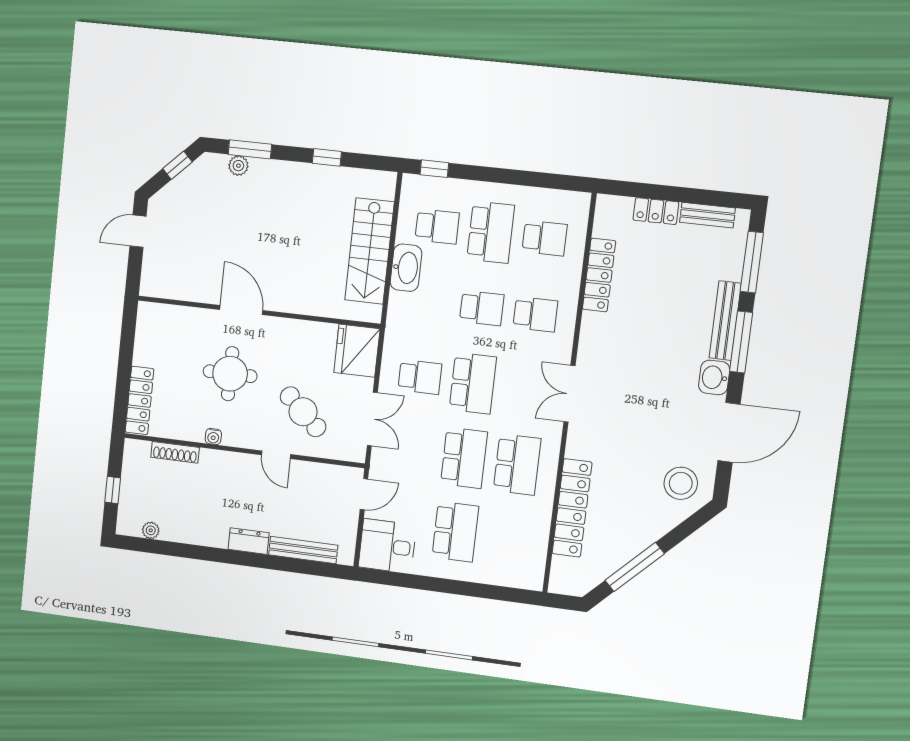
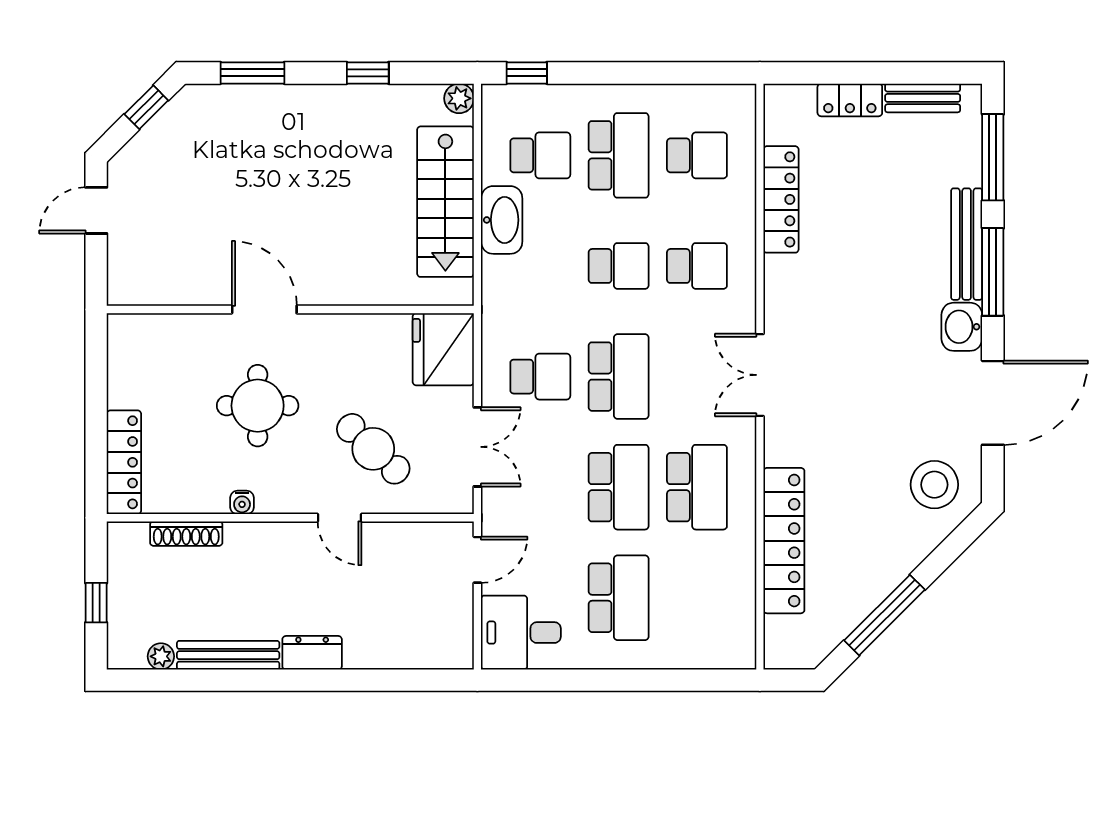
plant: (238, 166) -> (459, 98), moved
bench: (303, 550) -> (228, 655), moved

